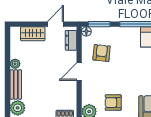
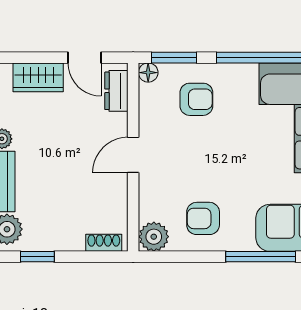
door: (55, 24) -> (85, 58), swing flipped
armchair: (102, 53) -> (196, 99), moved, turned 84

